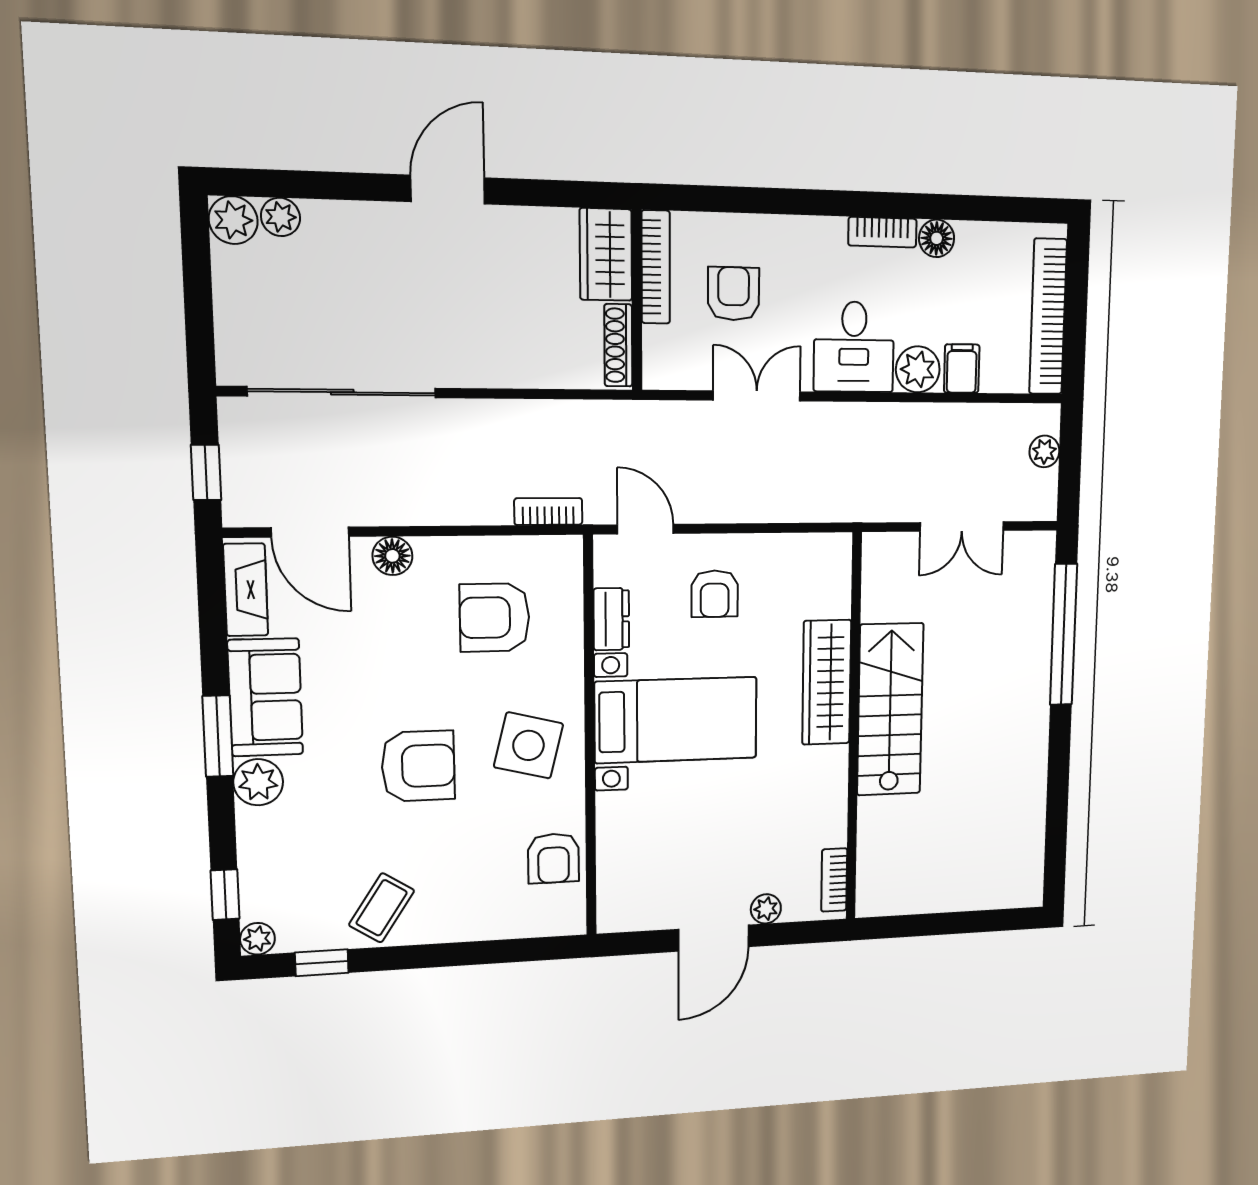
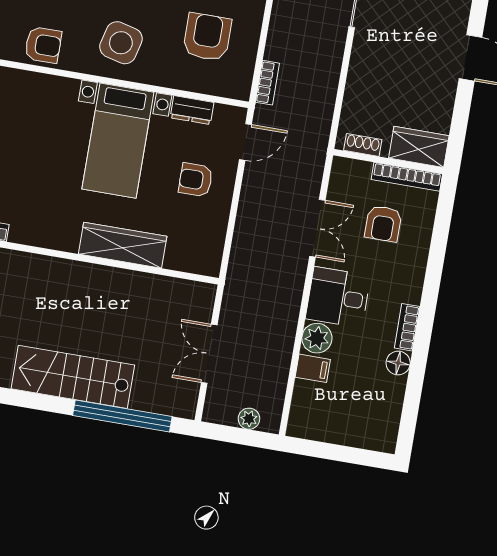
armchair: (734, 294) -> (383, 224), turned 90
bookcase: (1048, 317) -> (337, 433), removed
shoe rack: (618, 345) -> (363, 145), width x0.70
stairs: (890, 710) -> (73, 377), moved, turned 180
armchair: (554, 858) -> (43, 45), turned 180

